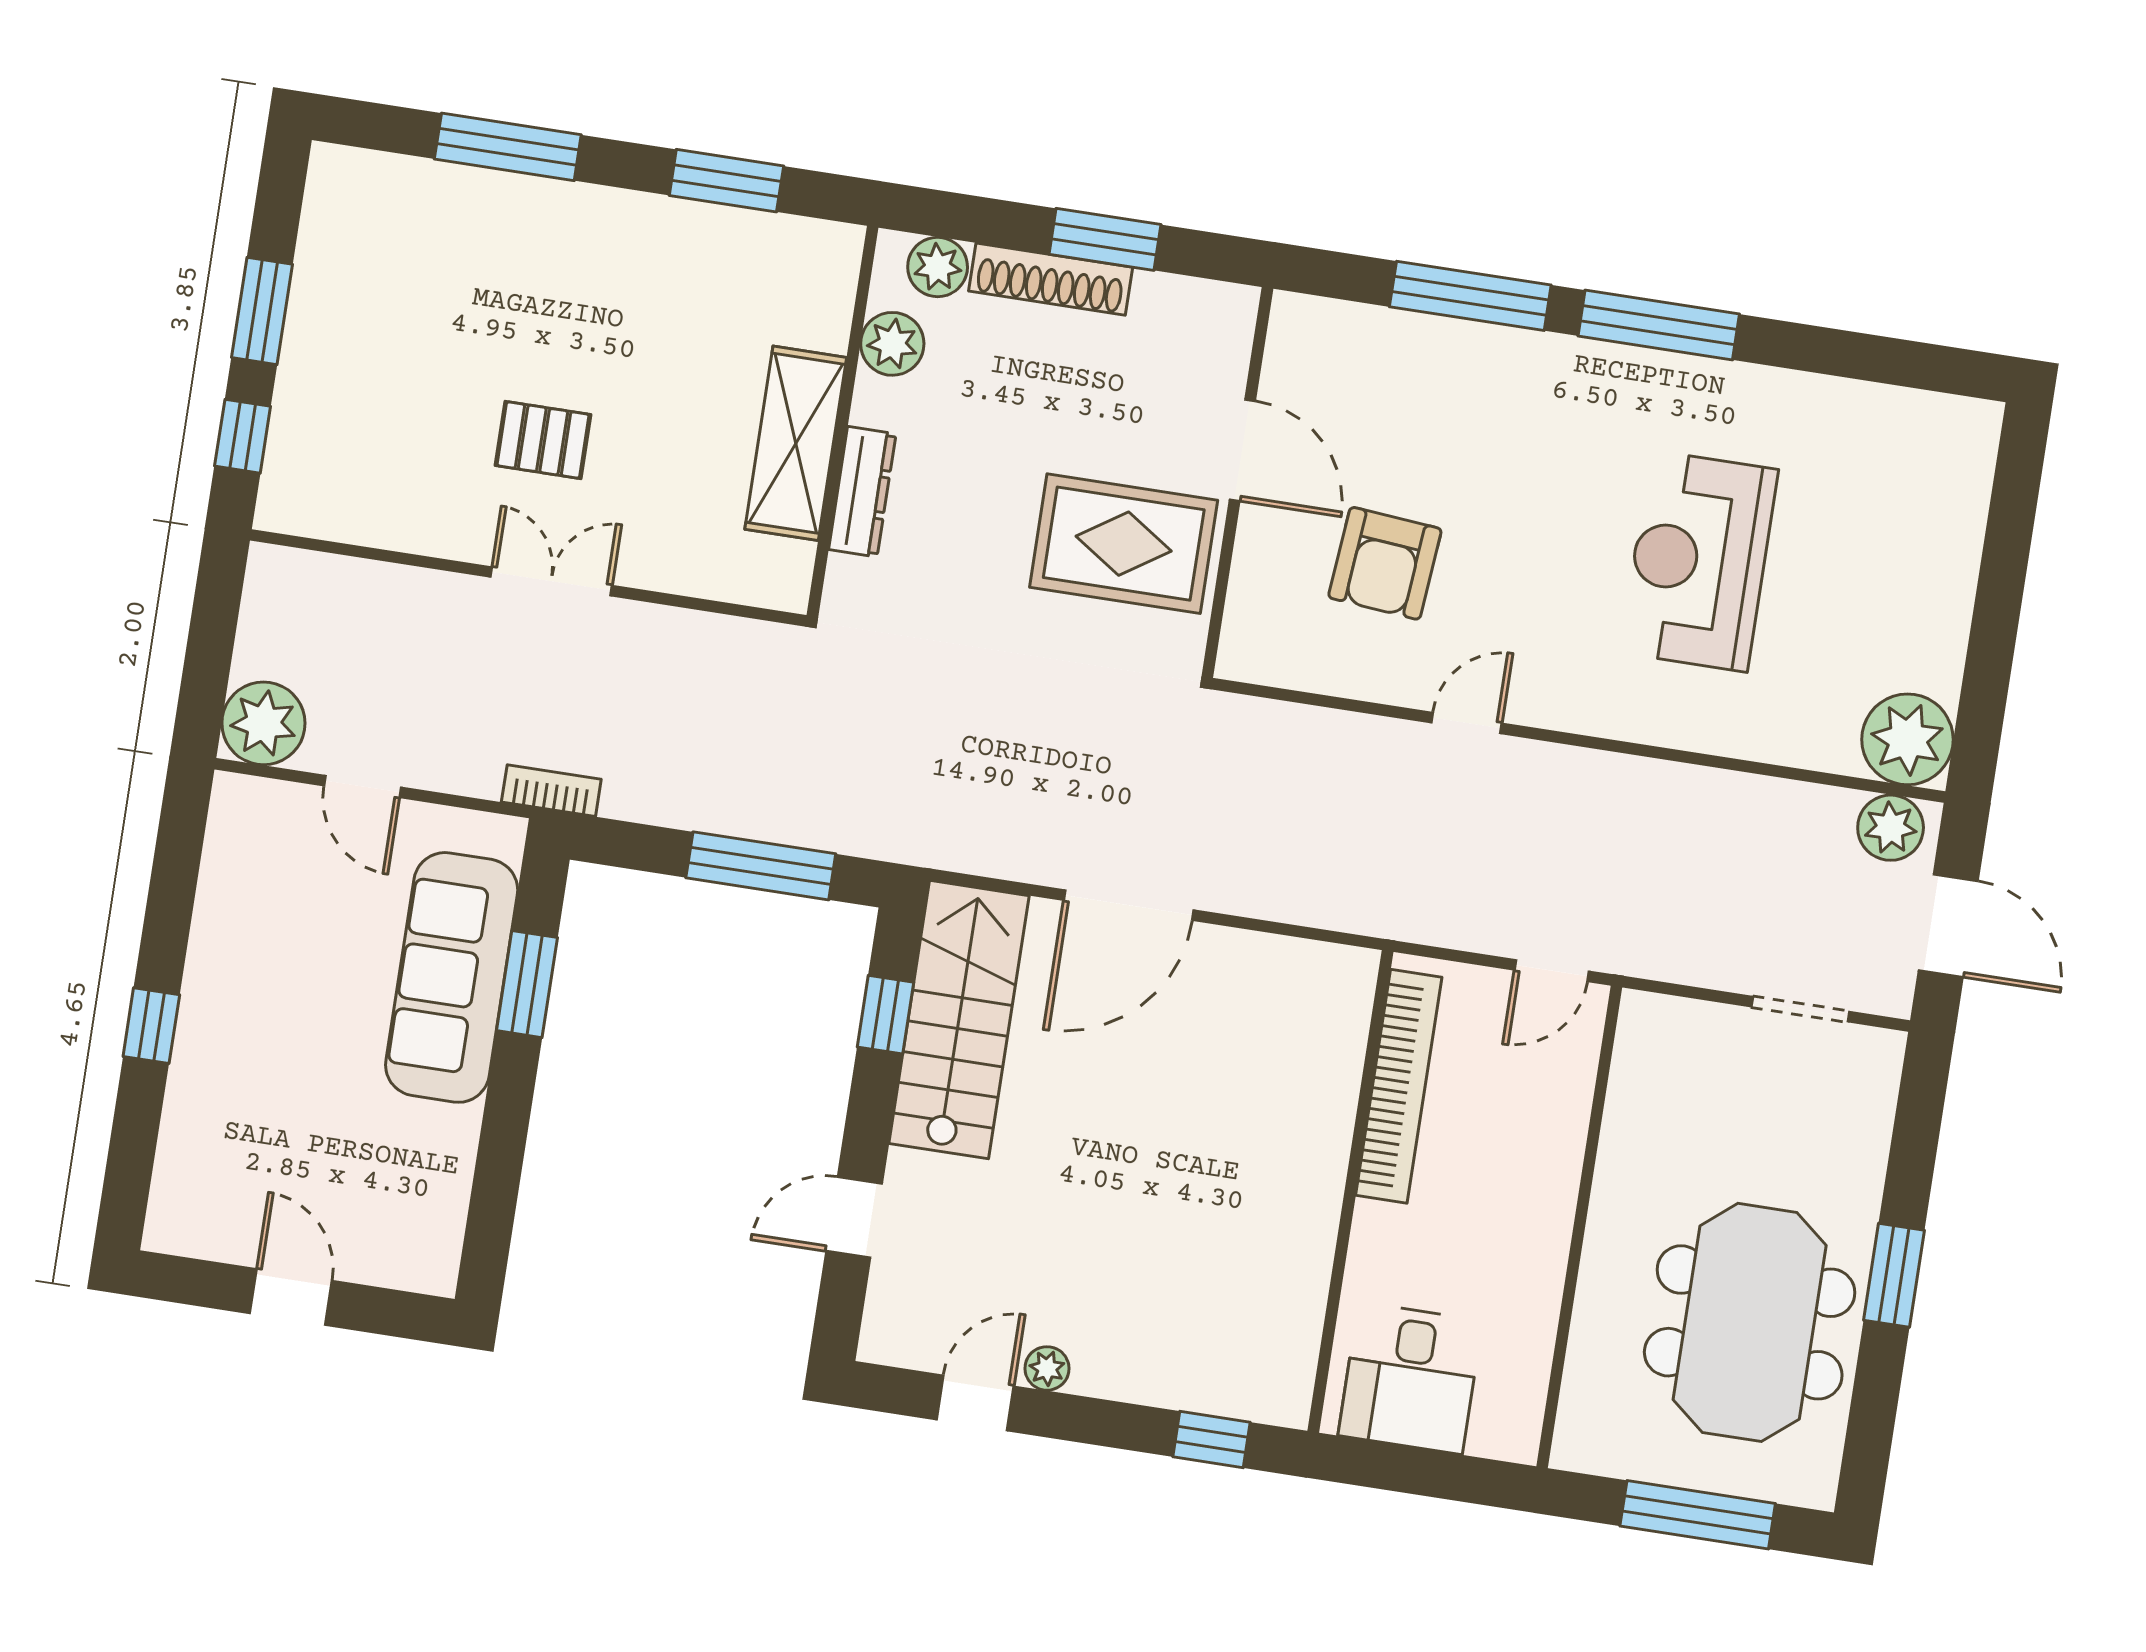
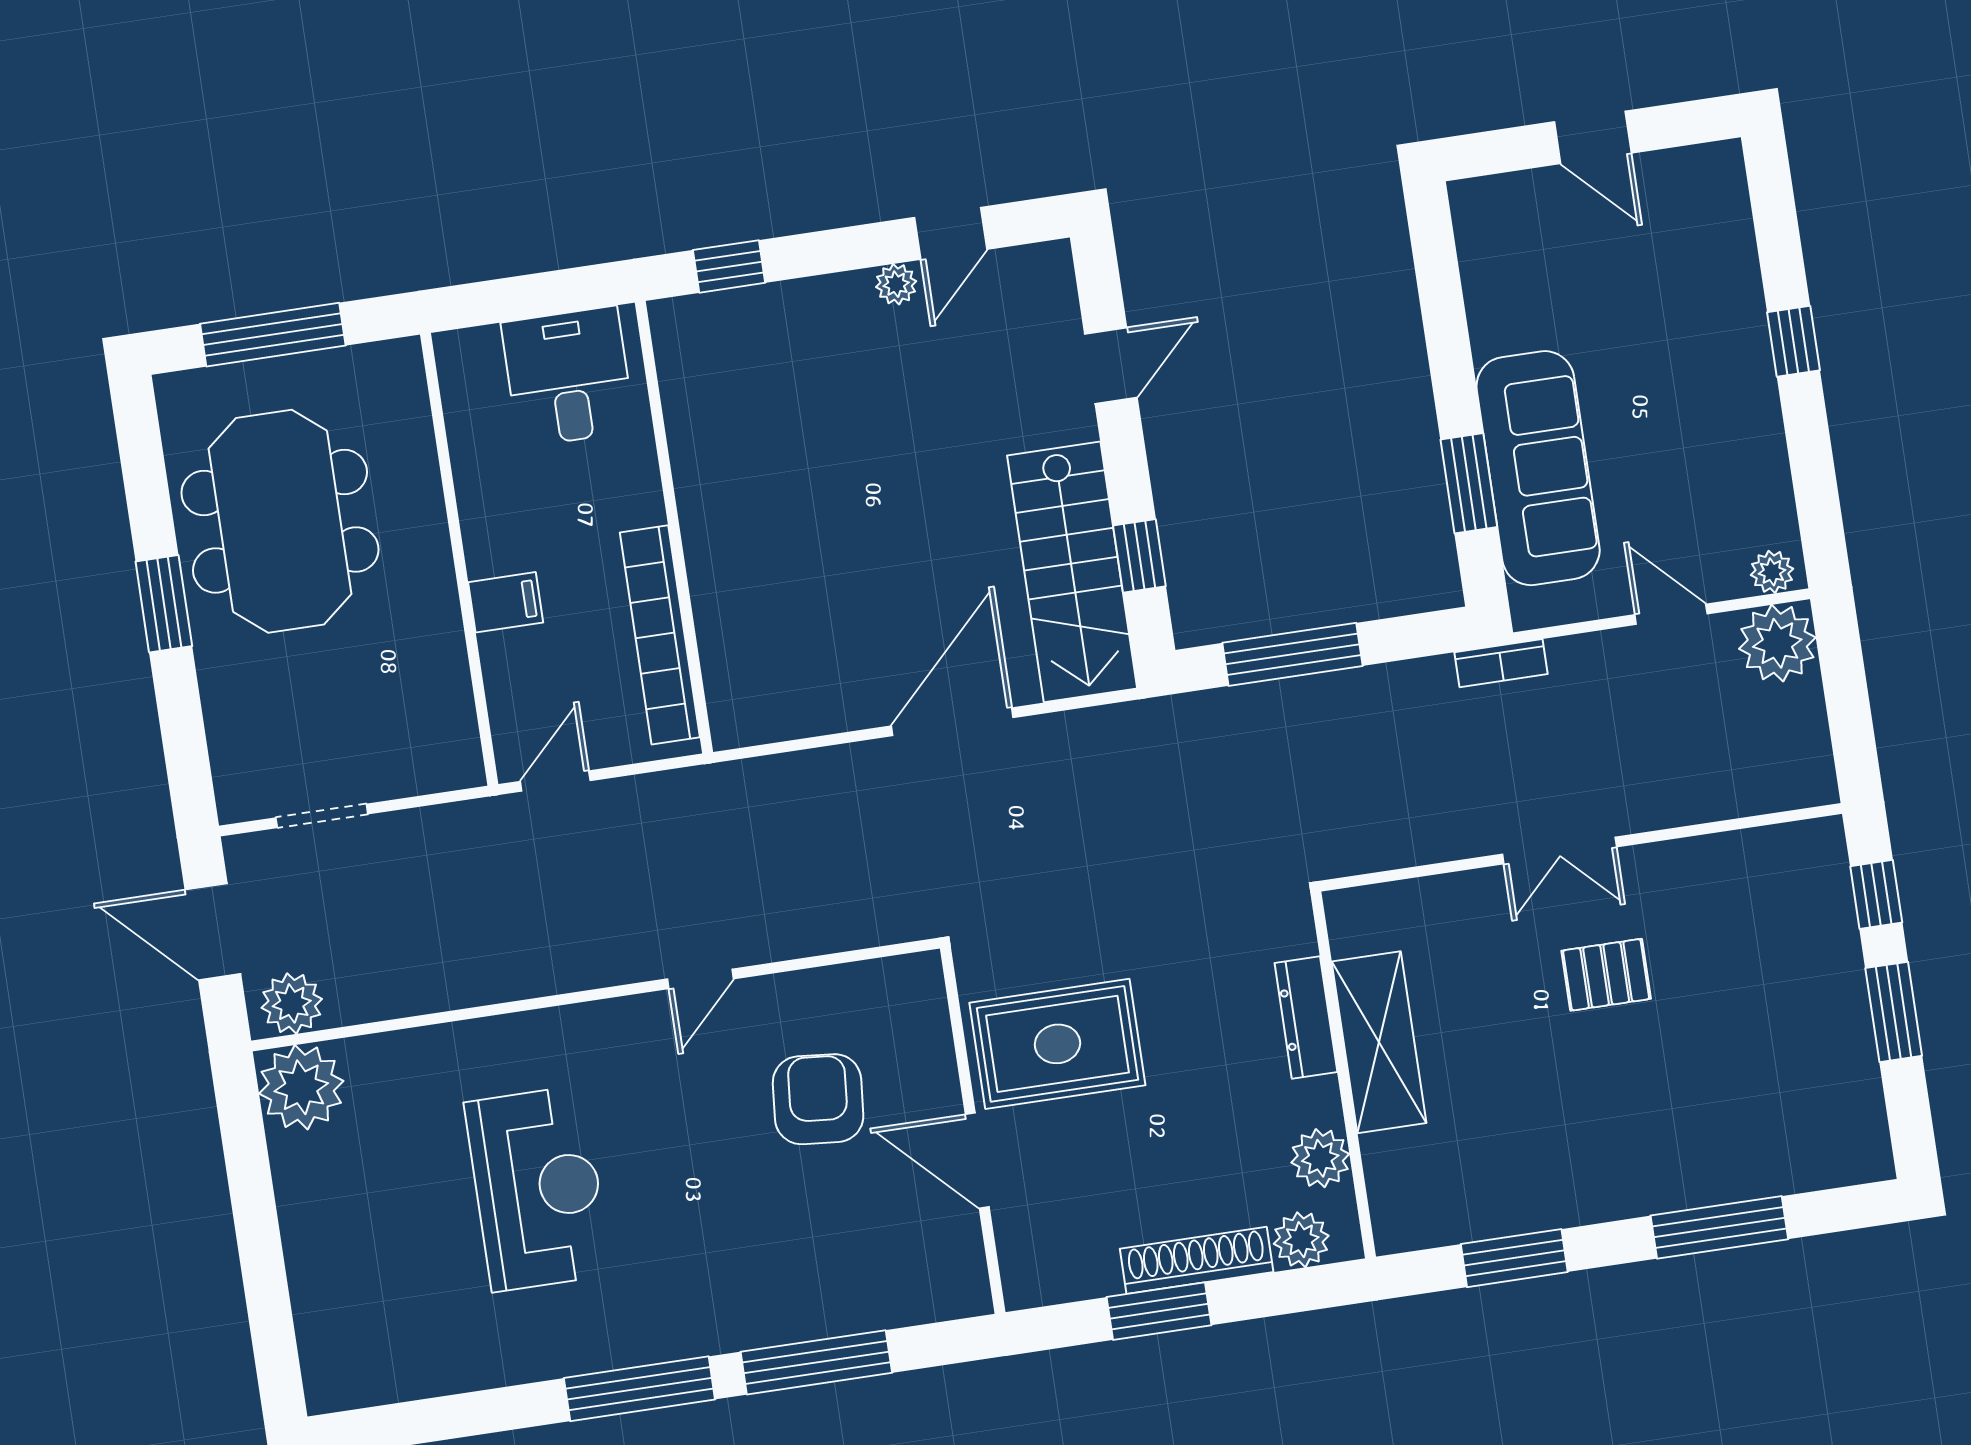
plant: (246, 798) -> (1772, 572), added
filing cabinet: (1546, 1168) -> (506, 602), added

